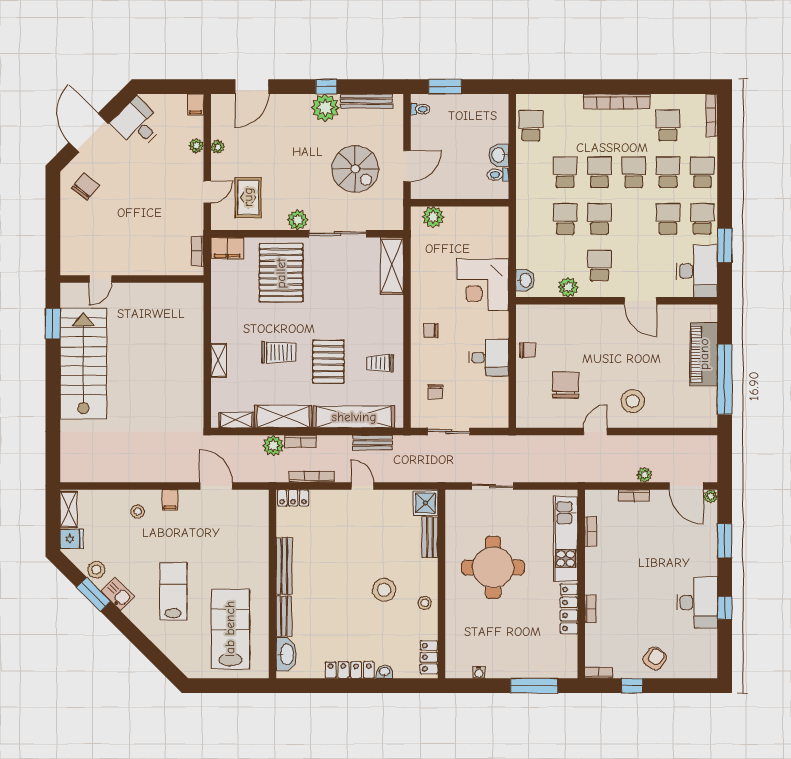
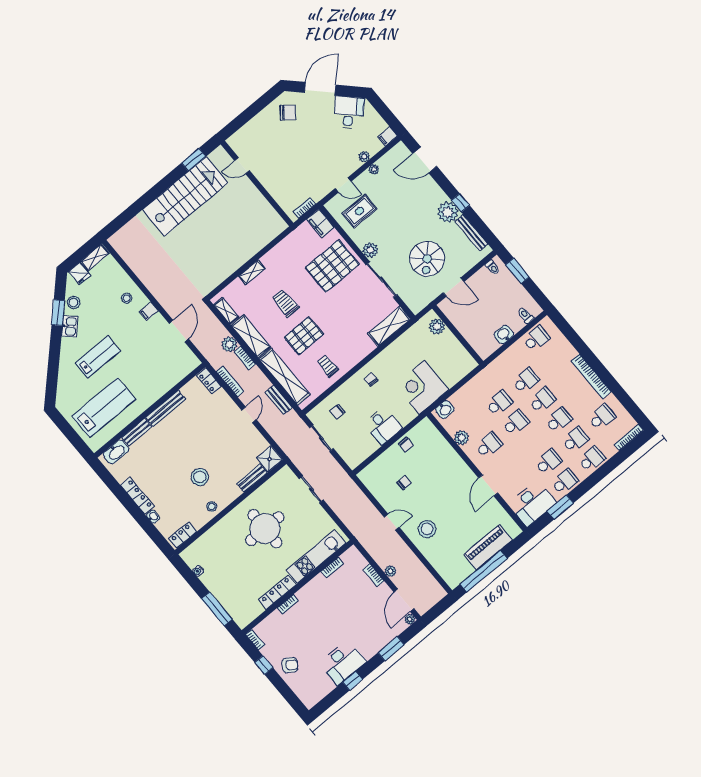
toilet: (498, 175) -> (526, 315), moved
trolley: (279, 352) -> (285, 303), turned 180
chair: (566, 385) -> (404, 483), width x0.54, depth x0.54

